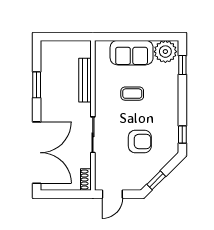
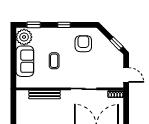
window: (182, 135) -> (64, 25), moved
armchair: (140, 141) -> (83, 44), moved

